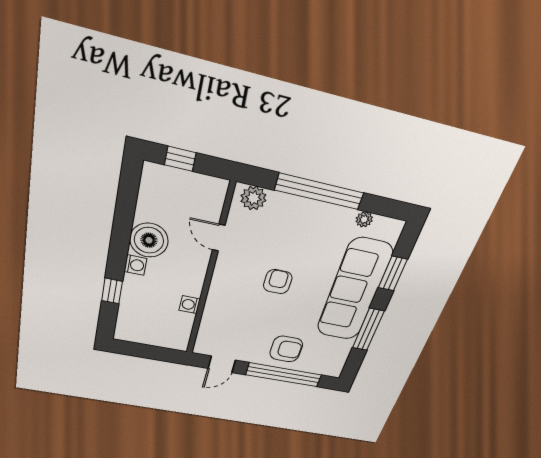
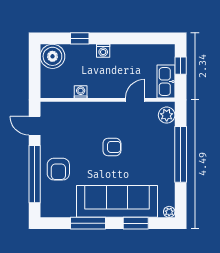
kitchen sink: (201, 187) -> (166, 82), added
plant: (364, 219) -> (169, 212), moved
boiler: (149, 240) -> (52, 56), moved

